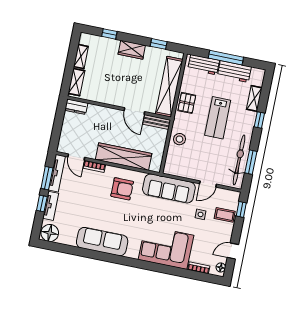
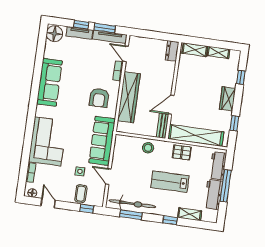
door: (76, 157) -> (126, 54), hinge flipped

